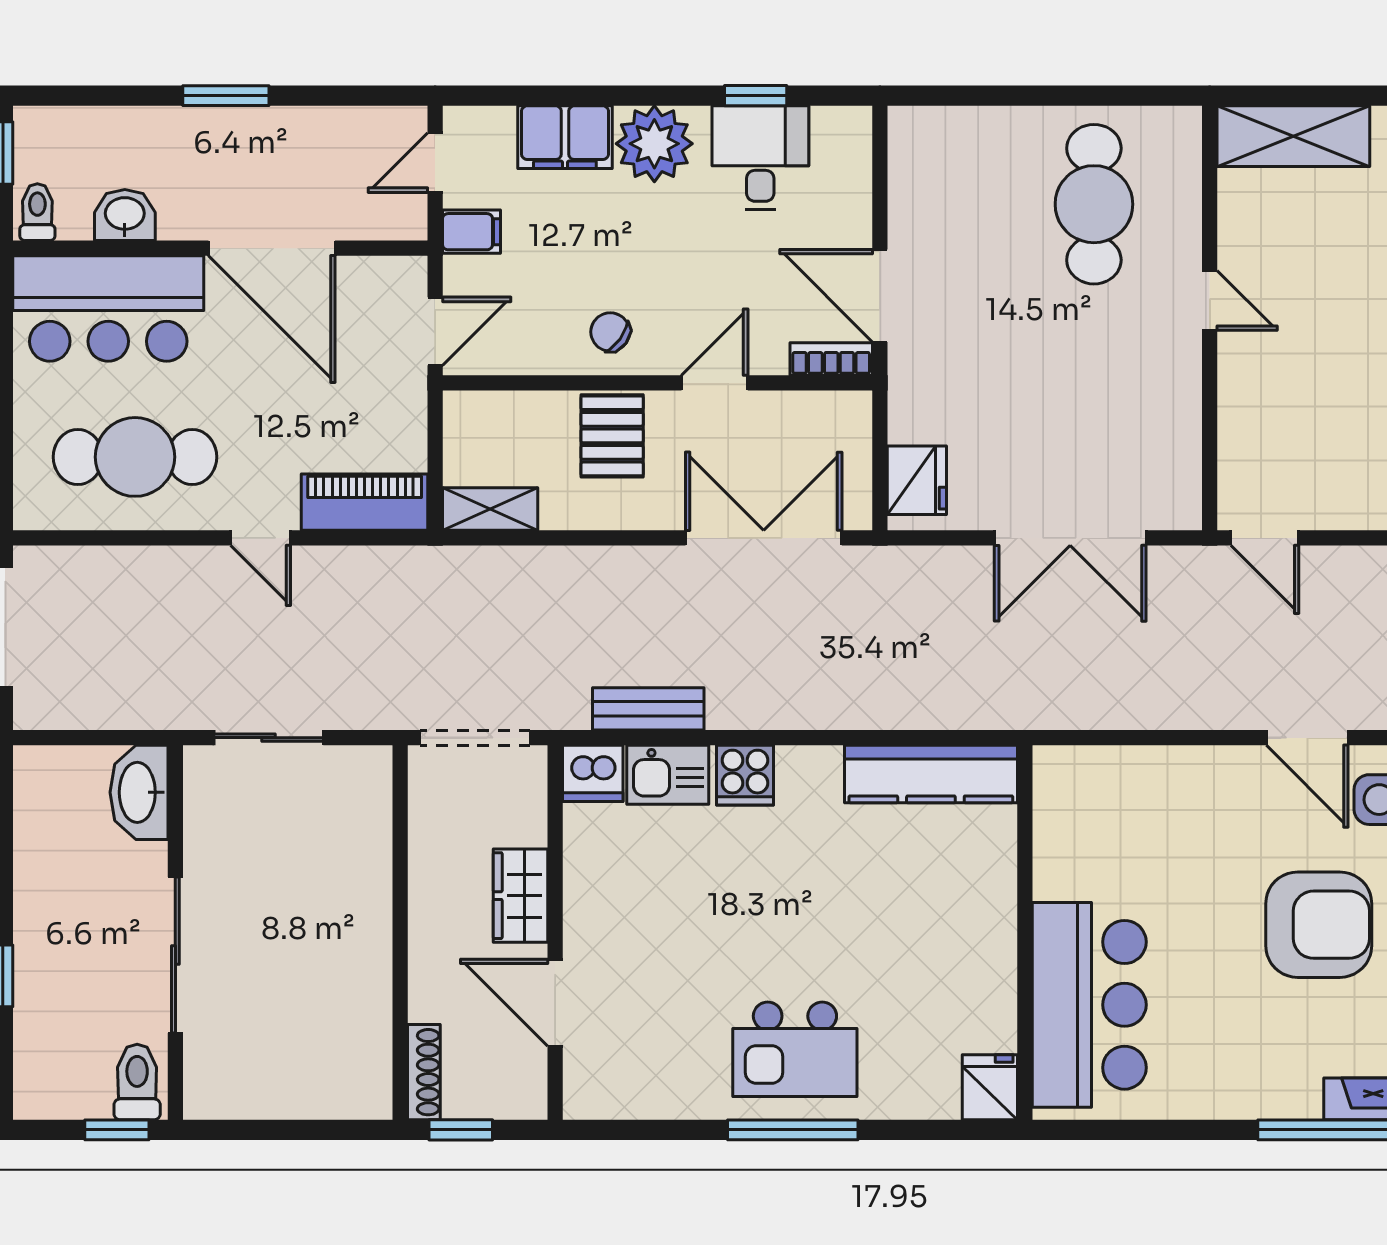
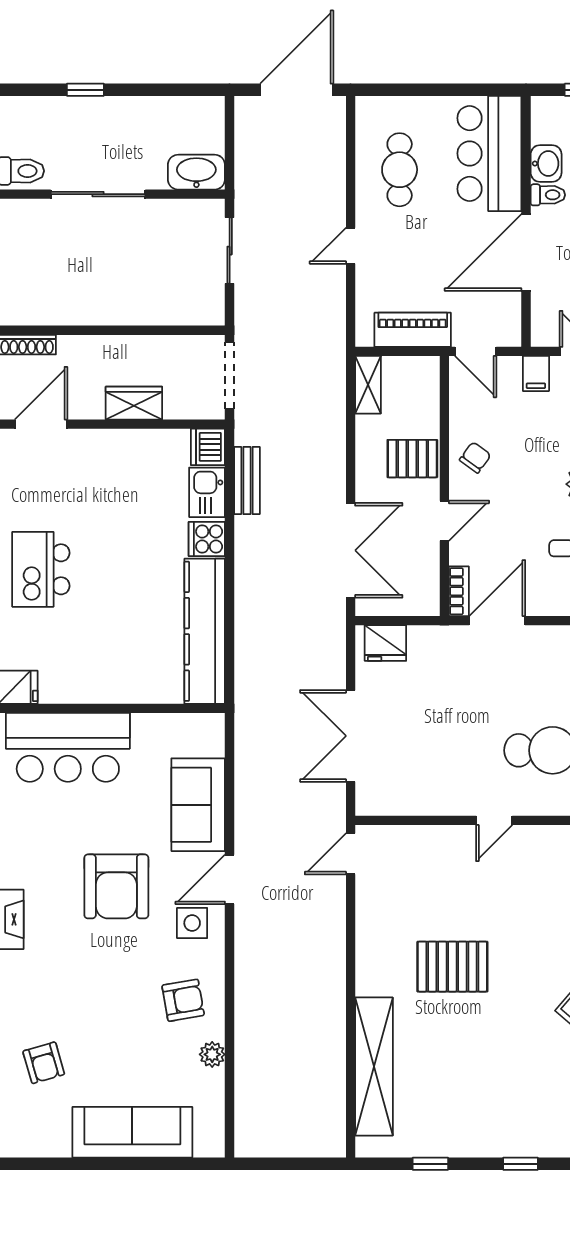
toilet: (37, 212) -> (548, 195), moved
door: (715, 383) -> (444, 521), hinge flipped
cafe table: (135, 457) -> (400, 170), width x0.73, depth x0.74
piano: (365, 502) -> (413, 330), moved, turned -90
kitchen counter: (931, 774) -> (205, 631), width x1.39, depth x1.17
sofa: (1184, 789) -> (198, 805), added
door: (555, 1003) -> (41, 424), moved

